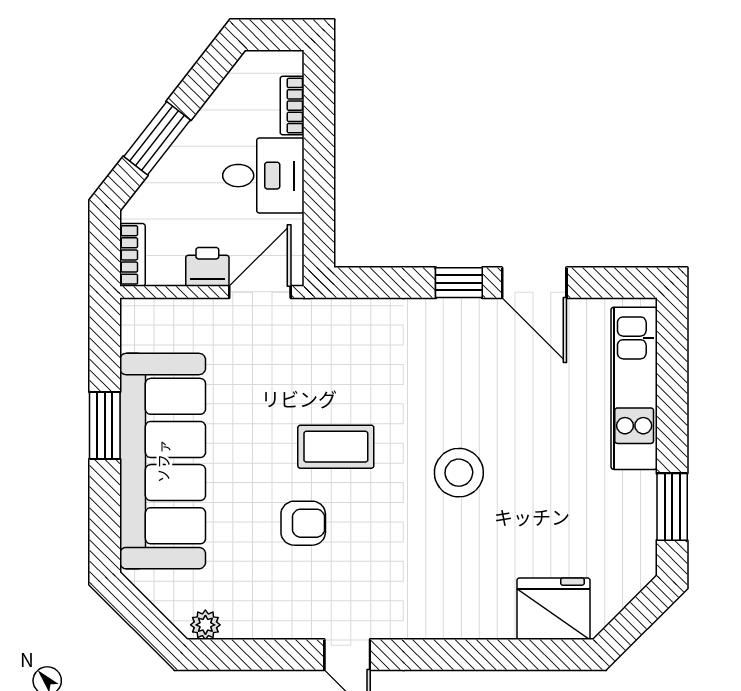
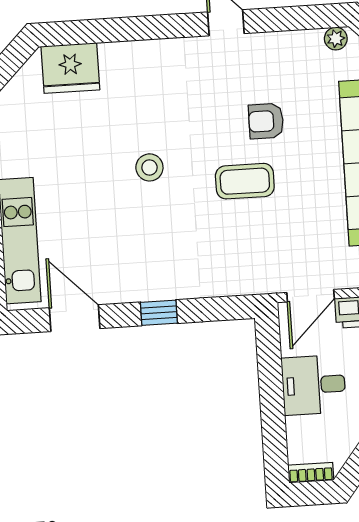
bookcase: (292, 106) -> (311, 473), moved, turned -90
door: (534, 283) -> (75, 318), moved
stool: (459, 473) -> (149, 167), width x0.73, depth x0.73

